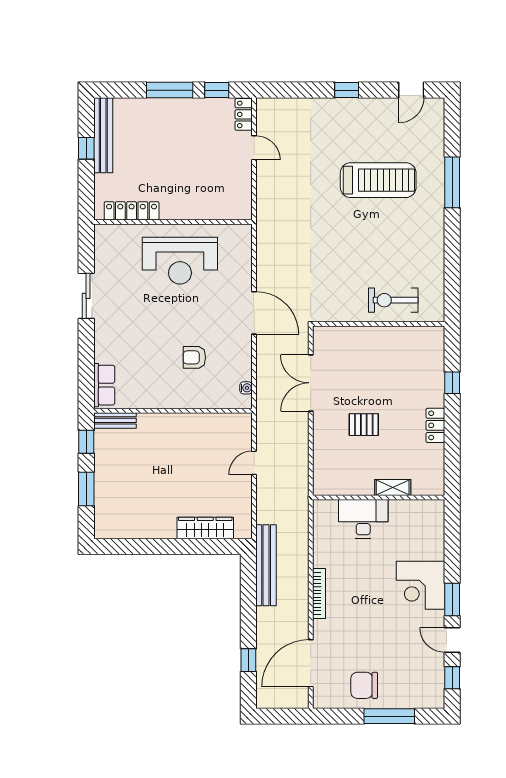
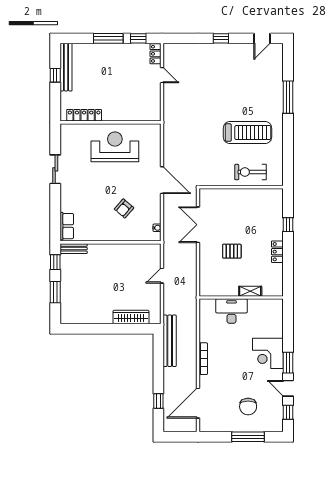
treadmill: (378, 180) -> (248, 133), moved
reception desk: (180, 261) -> (115, 147), turned 180
armchair: (194, 357) -> (124, 208), turned -49
chair: (364, 685) -> (248, 407), moved, turned -90

